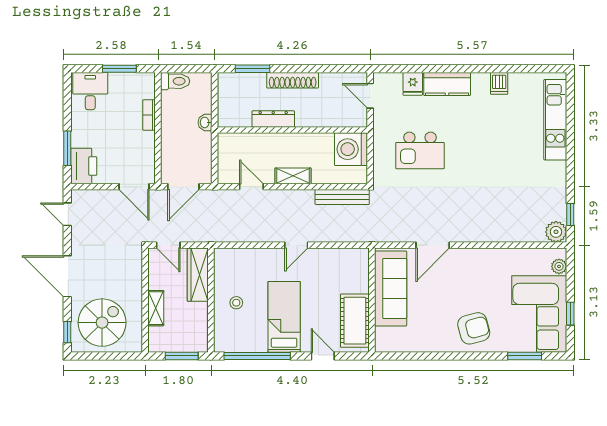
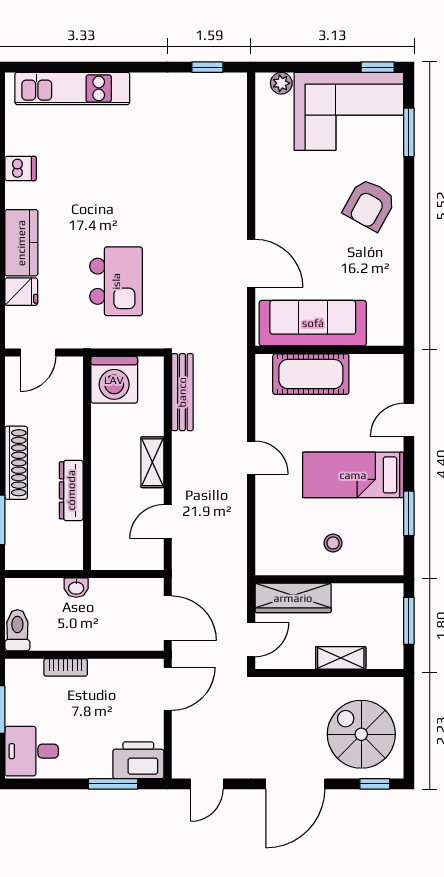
plant: (556, 232) -> (232, 88), removed
window: (570, 314) -> (378, 67), moved
cot: (355, 321) -> (311, 374), moved
armchair: (474, 328) -> (370, 205), turned -136
window: (257, 356) -> (409, 513), width x0.47

